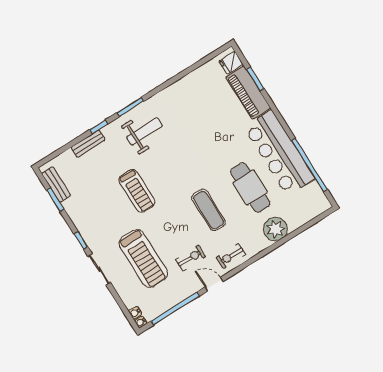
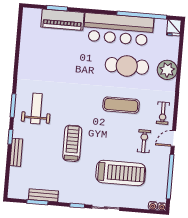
fridge: (231, 63) -> (174, 28), moved
bench: (56, 184) -> (43, 195), moved
treadmill: (137, 191) -> (72, 143), turned -90

